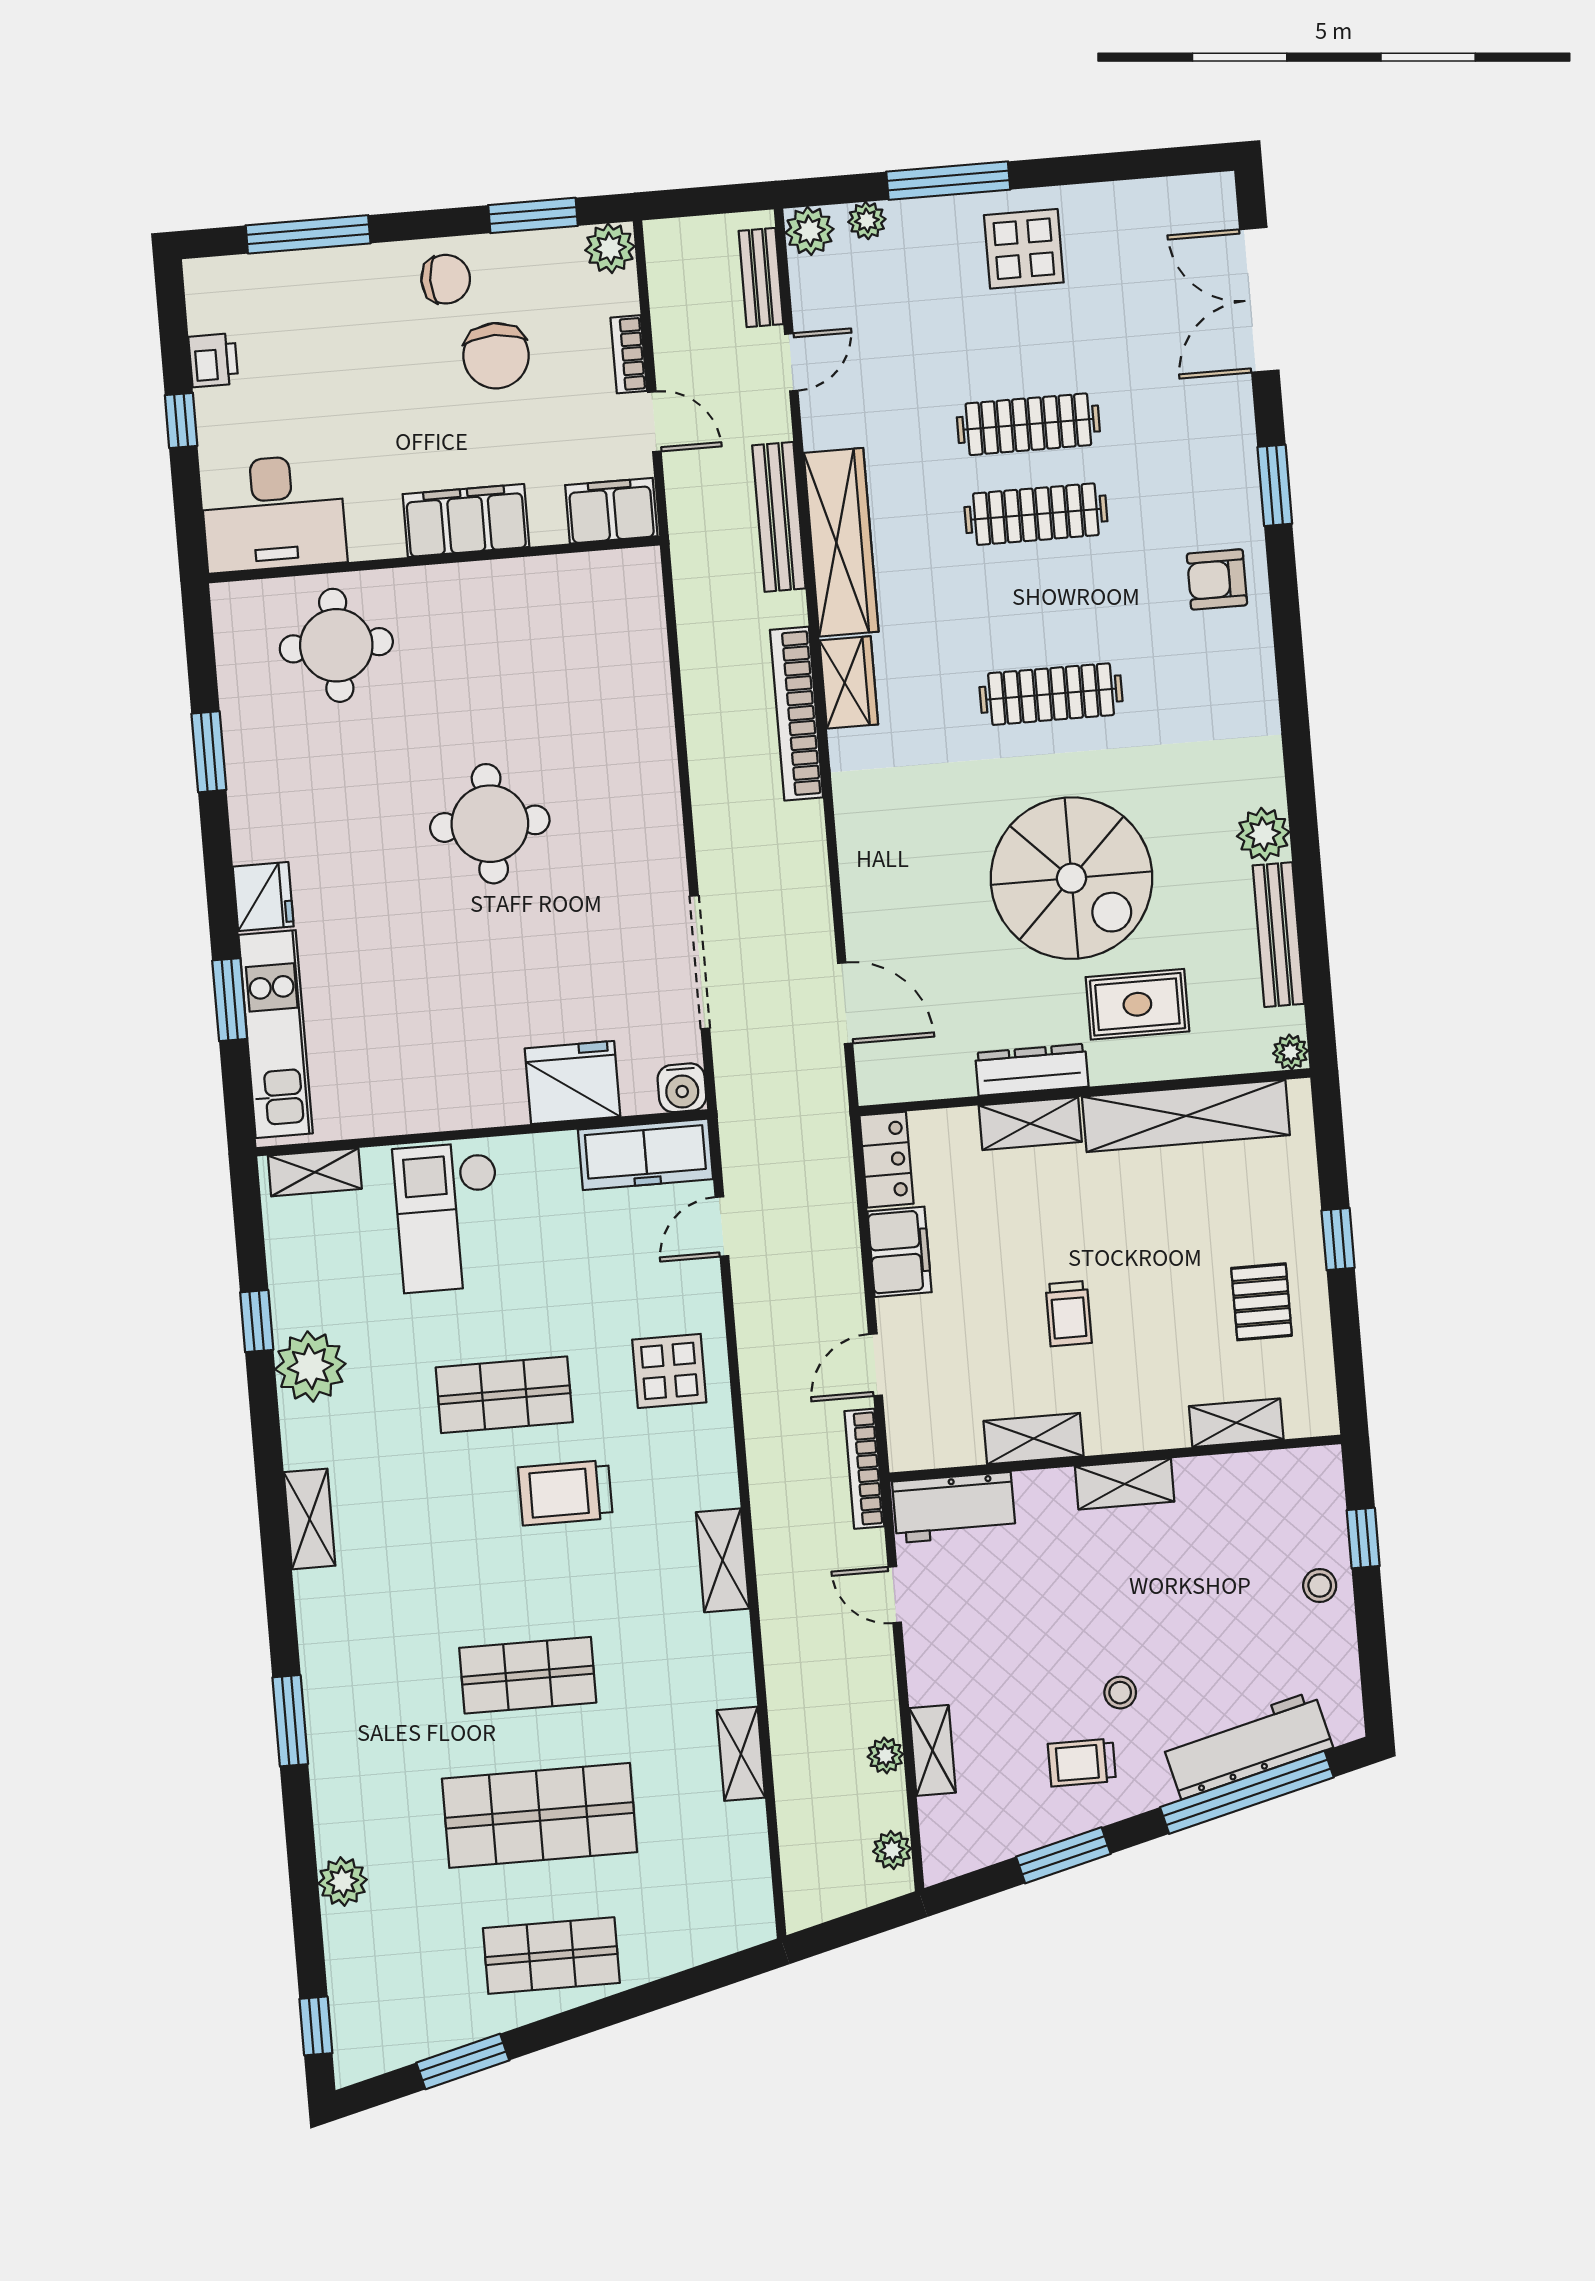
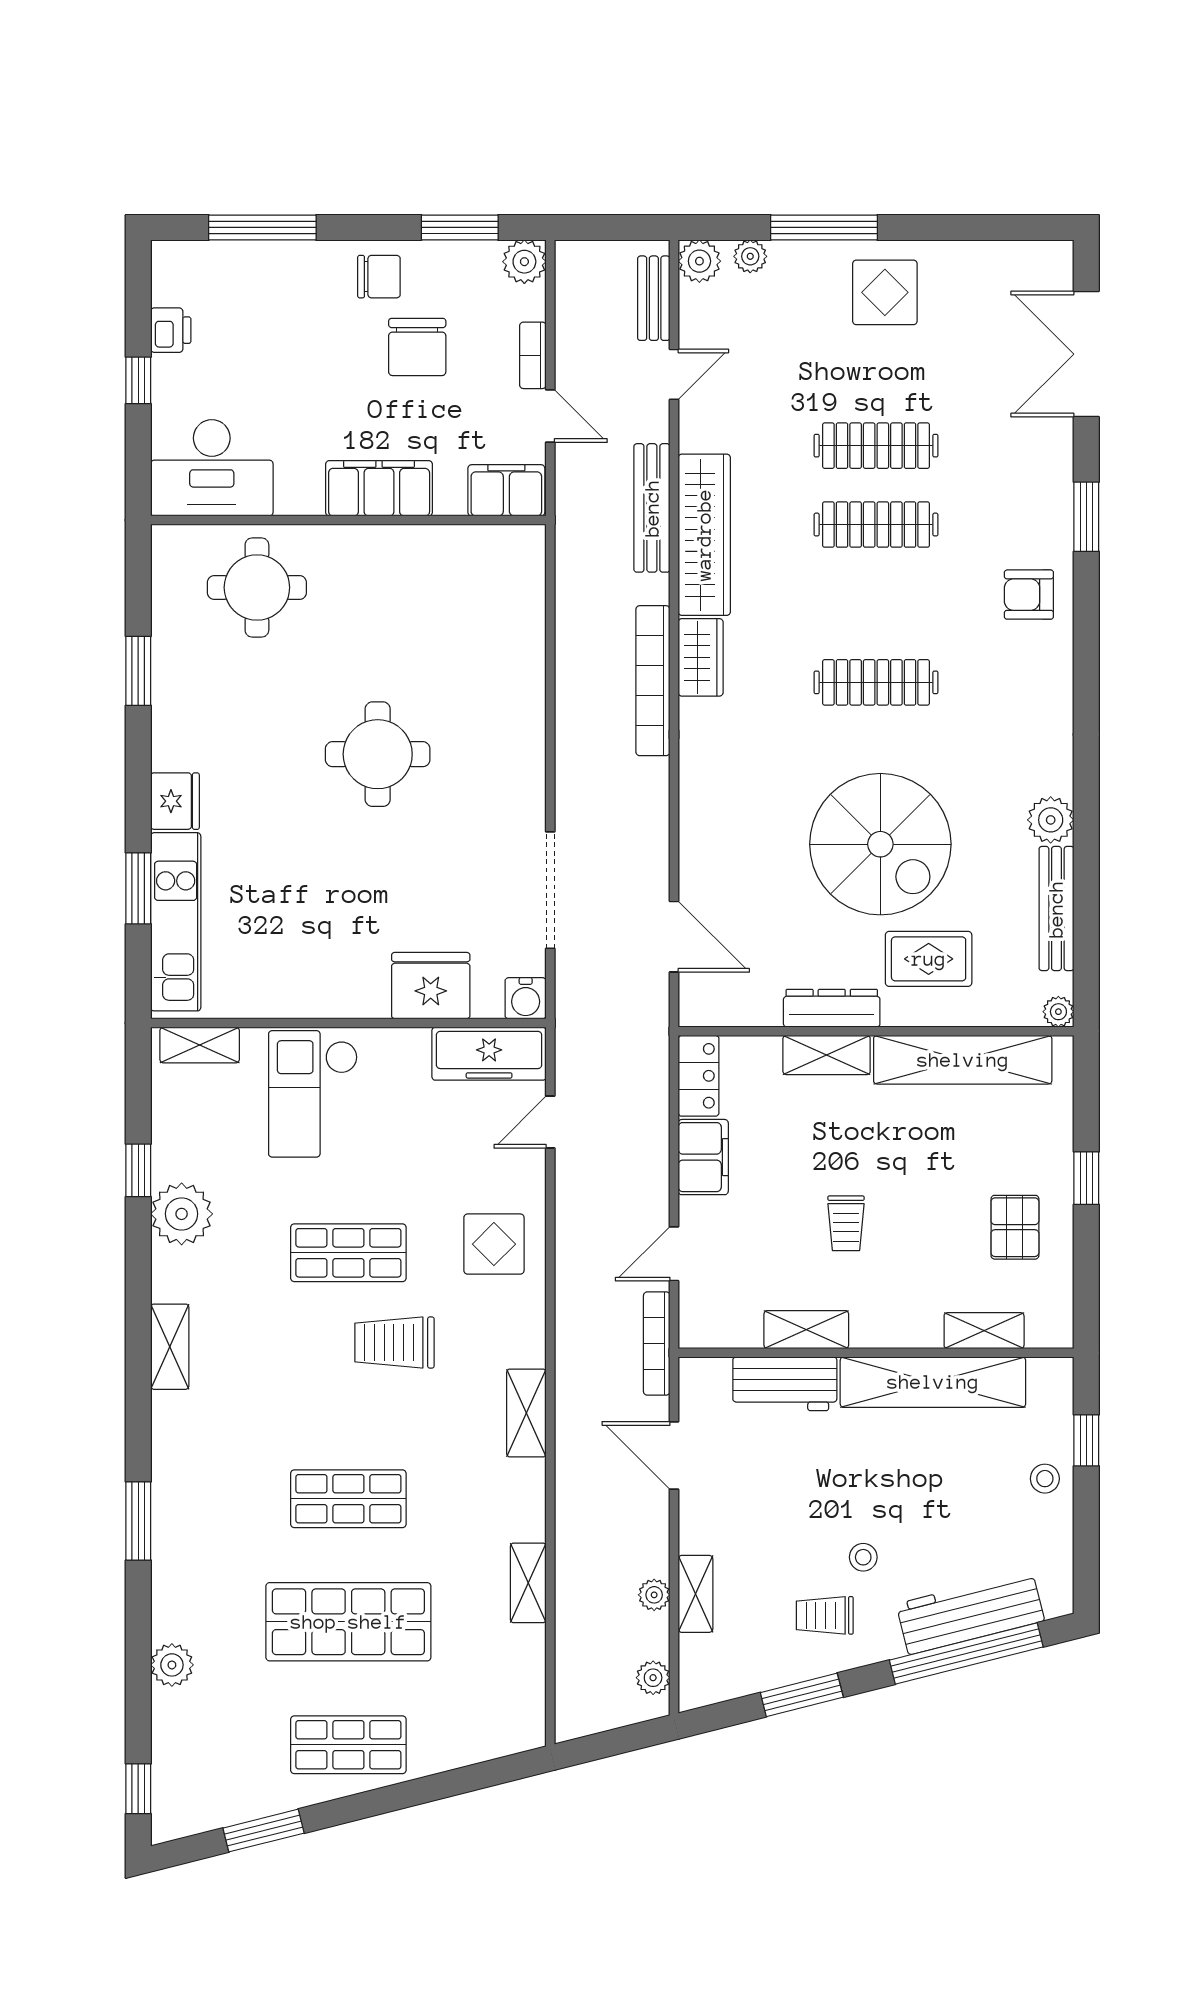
shelving: (1125, 1484) -> (933, 1382), width x2.20, depth x1.33
workbench: (954, 1507) -> (785, 1384), moved
door: (895, 1595) -> (674, 1456), width x1.38

